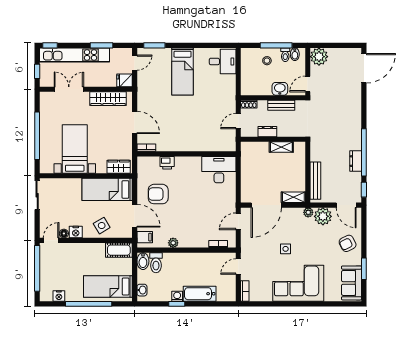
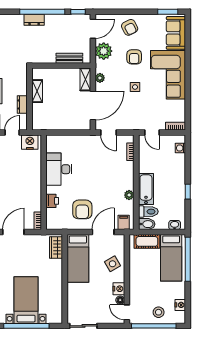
door: (238, 121) -> (12, 132), swing flipped
nightstand: (228, 140) -> (30, 142), added
bed with nightstands: (75, 149) -> (26, 300), moved, turned 90
dresser: (356, 161) -> (34, 20), moved
desk: (219, 170) -> (59, 169), moved
bench: (315, 181) -> (69, 58), width x0.73
door: (266, 205) -> (93, 106), hinge flipped
plant: (308, 212) -> (100, 78), moved
armchair: (317, 248) -> (134, 57), added
cot: (119, 250) -> (147, 241), moved, turned 90
window: (364, 269) -> (168, 12), moved
stool: (51, 273) -> (159, 312), added
sofa: (352, 283) -> (176, 33), moved, turned 90
bathtub: (200, 294) -> (146, 189), moved, turned 180
washing machine: (177, 296) -> (180, 148), moved
window: (89, 304) -> (188, 259), moved

